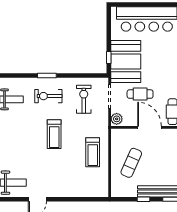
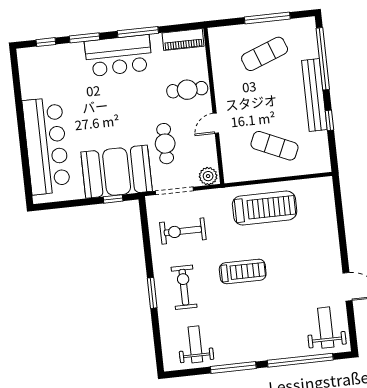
exercise bike: (48, 96) -> (184, 287), turned 180
door: (149, 127) -> (216, 123), width x0.53
treadmill: (93, 152) -> (265, 208), width x1.37, depth x1.38

